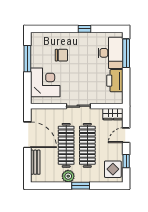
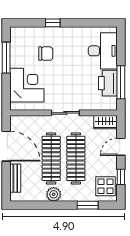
window: (84, 29) -> (53, 23), moved
window: (126, 53) -> (121, 82), moved
window: (81, 186) -> (88, 205), moved

